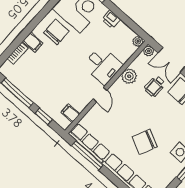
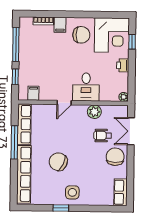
plant: (148, 51) -> (123, 110), removed
window: (87, 155) -> (14, 142), moved

